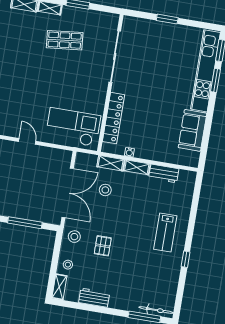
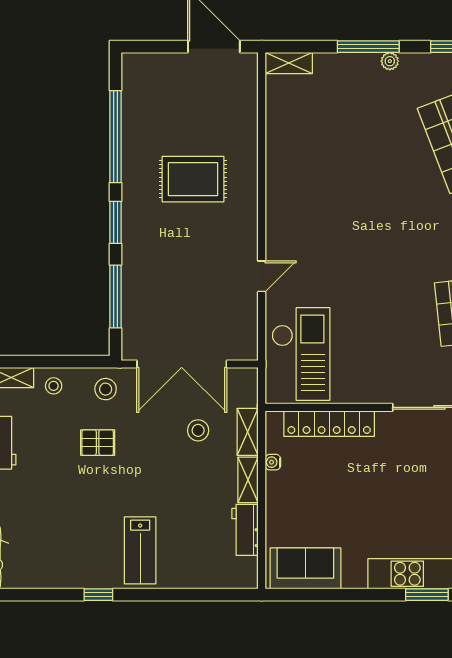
sofa: (192, 130) -> (305, 568), moved
lab bench: (165, 232) -> (140, 550), turned -90

